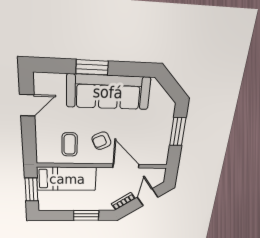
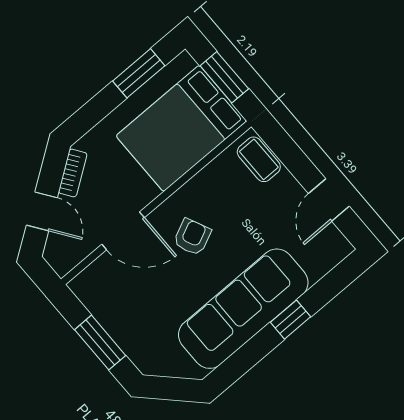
window: (92, 67) -> (291, 320), width x0.67
coffee table: (70, 144) -> (259, 159), moved
bed: (67, 179) -> (181, 128), width x1.50
window: (86, 215) -> (139, 73), moved

